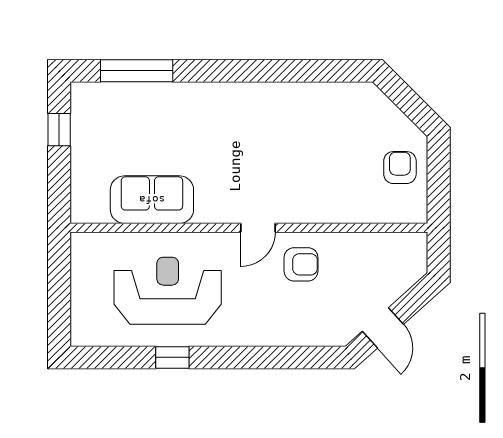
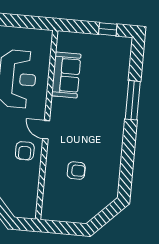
window: (137, 71) -> (133, 100), moved
armchair: (400, 168) -> (76, 171), moved

